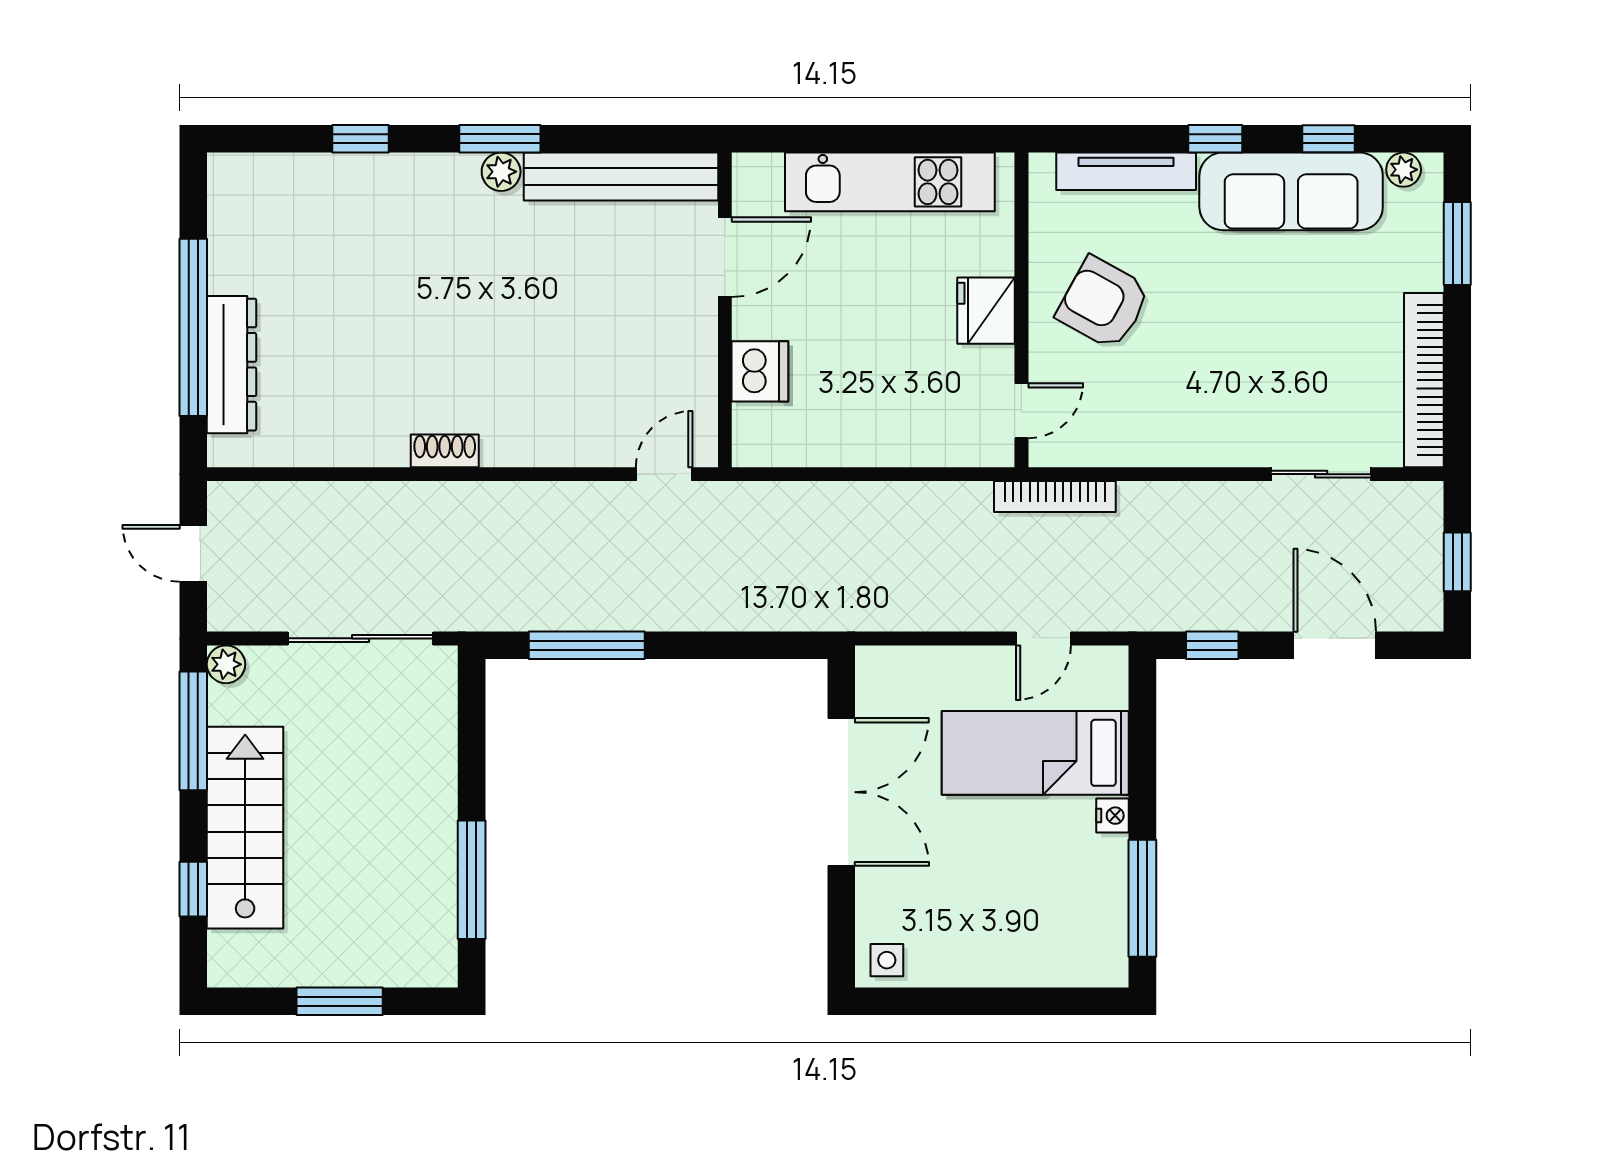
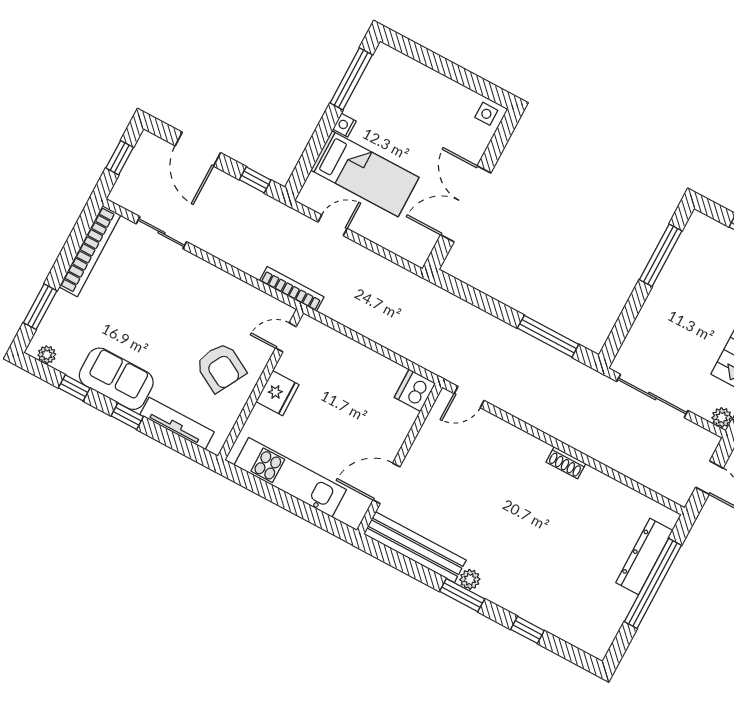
sofa: (1291, 191) -> (116, 379), width x0.73
dishwasher: (760, 371) -> (415, 390), moved

